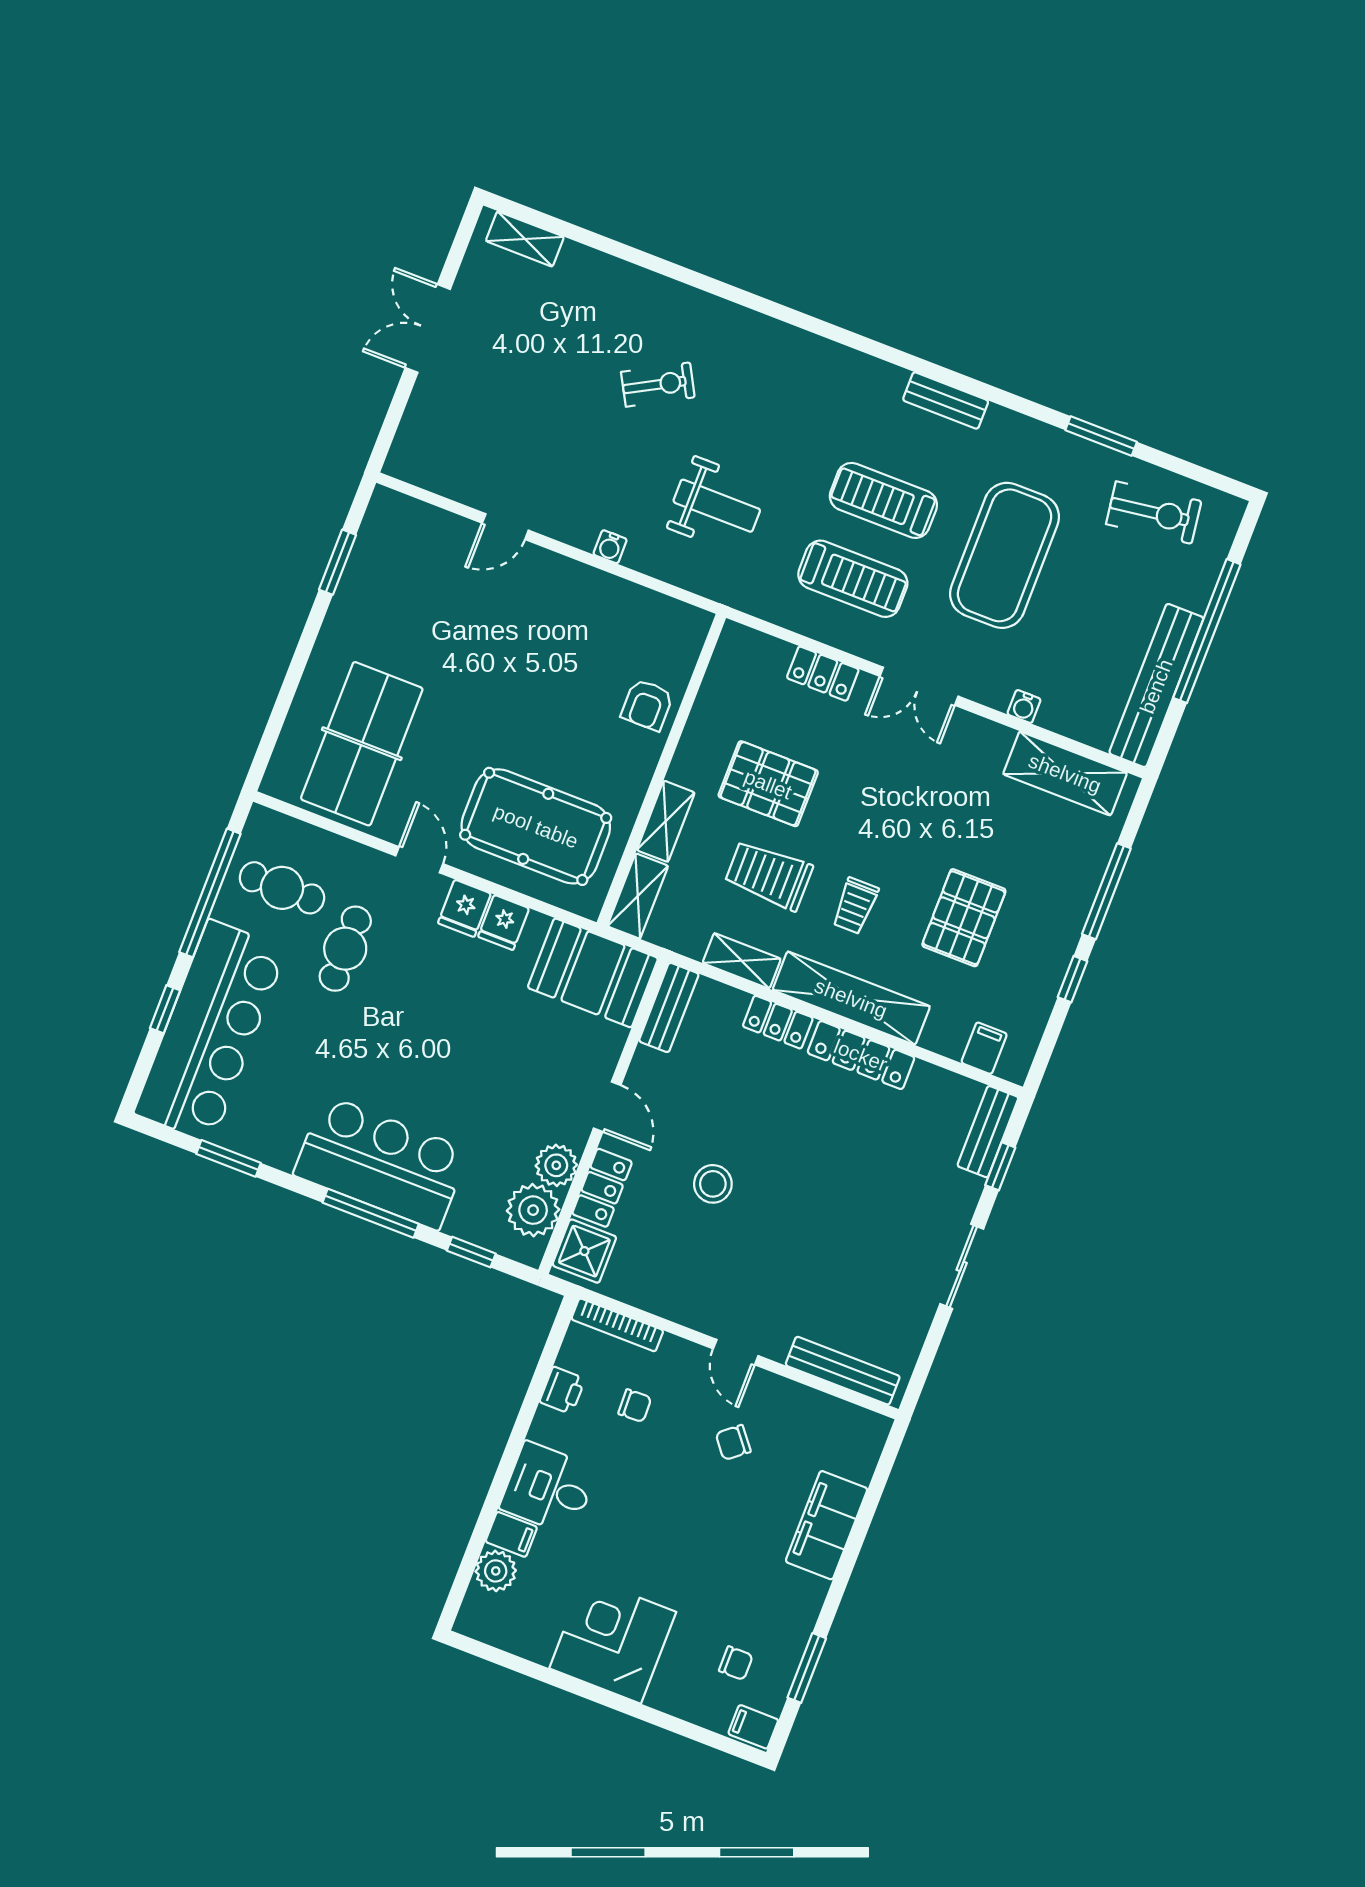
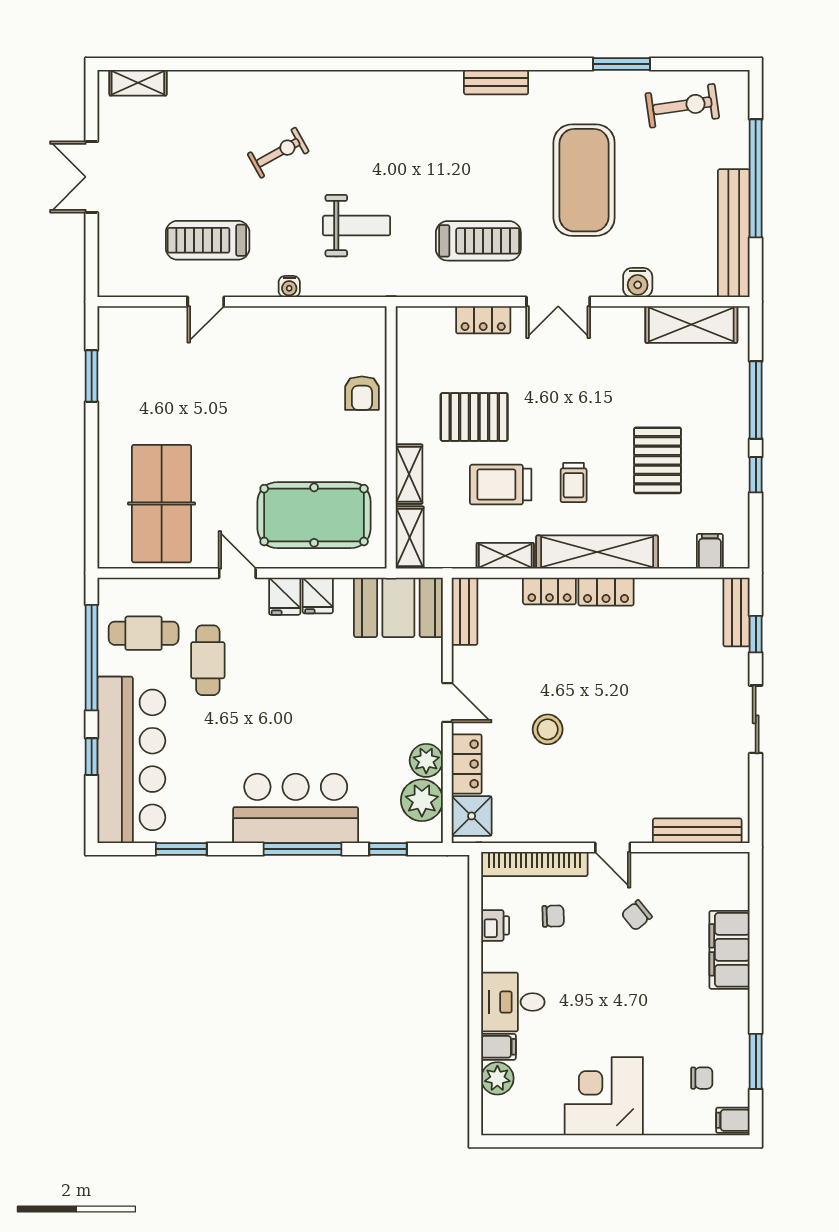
treadmill: (883, 500) -> (208, 240), moved
water cooler: (1024, 707) -> (638, 283), width x1.38, depth x1.38
locker: (861, 1055) -> (606, 592), width x0.66
bookcase: (617, 1325) -> (534, 864), width x1.48, depth x1.31

